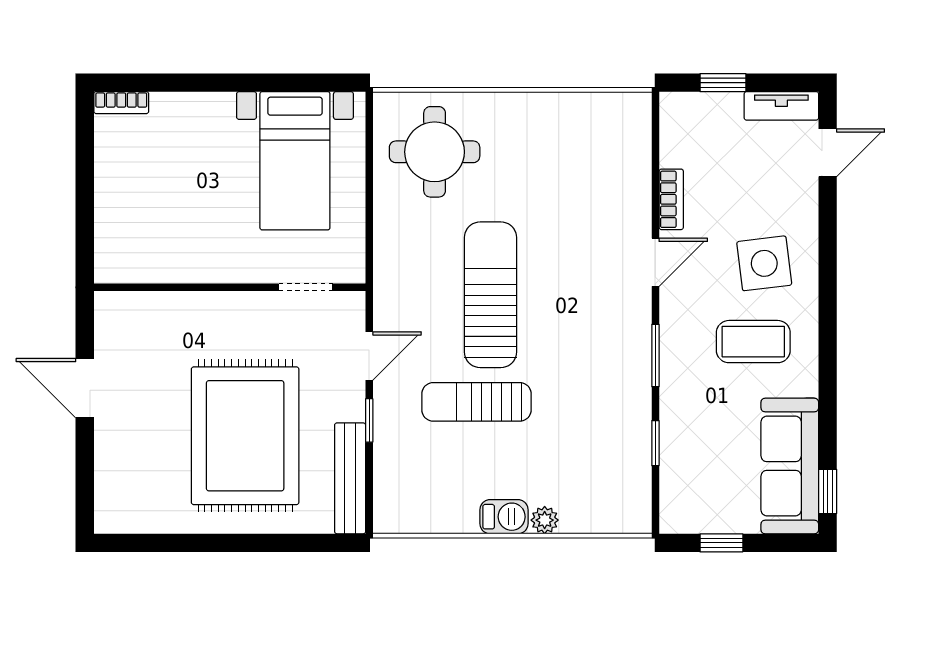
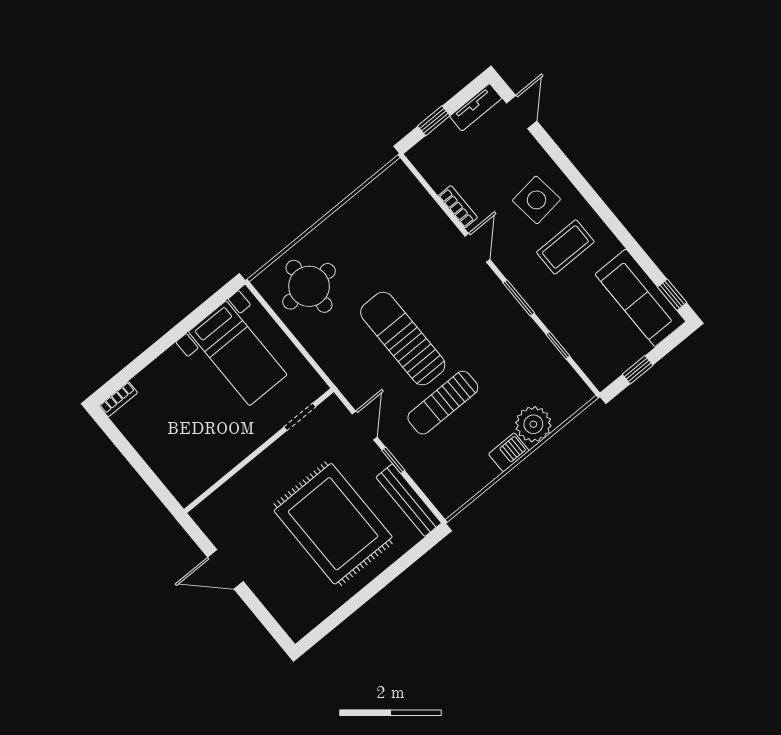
plant: (545, 520) -> (533, 424), width x1.87, depth x1.87

